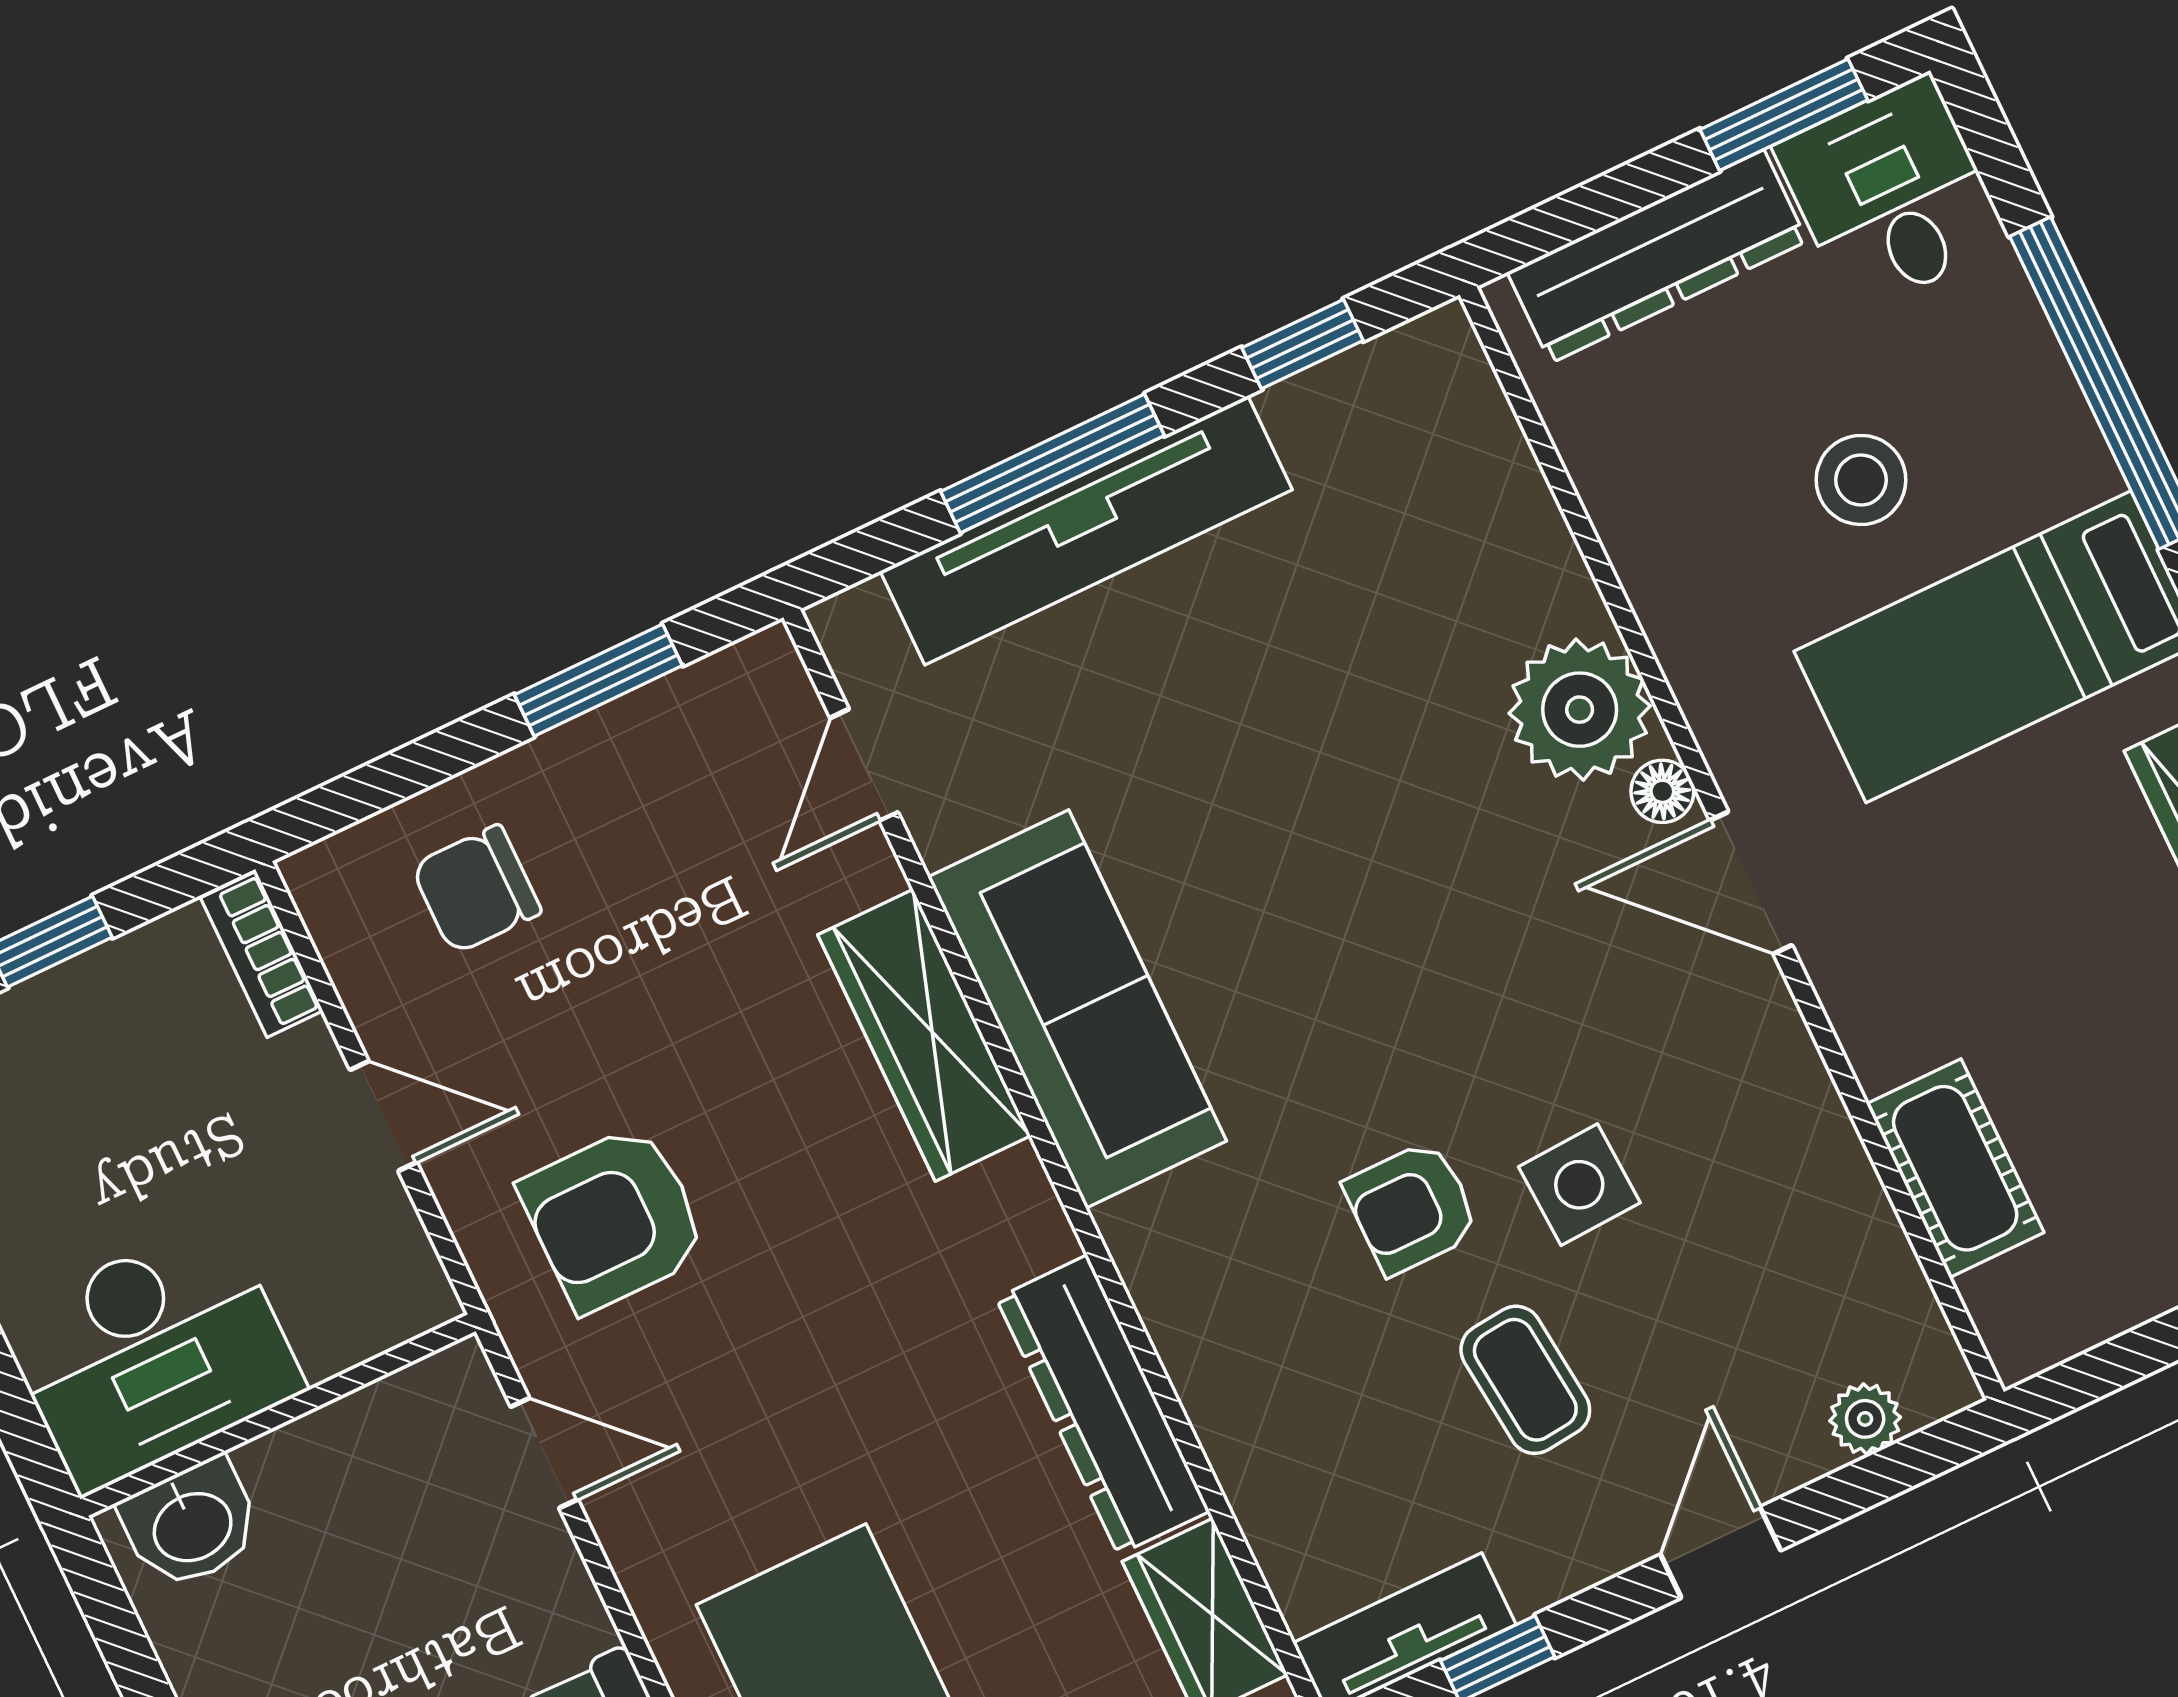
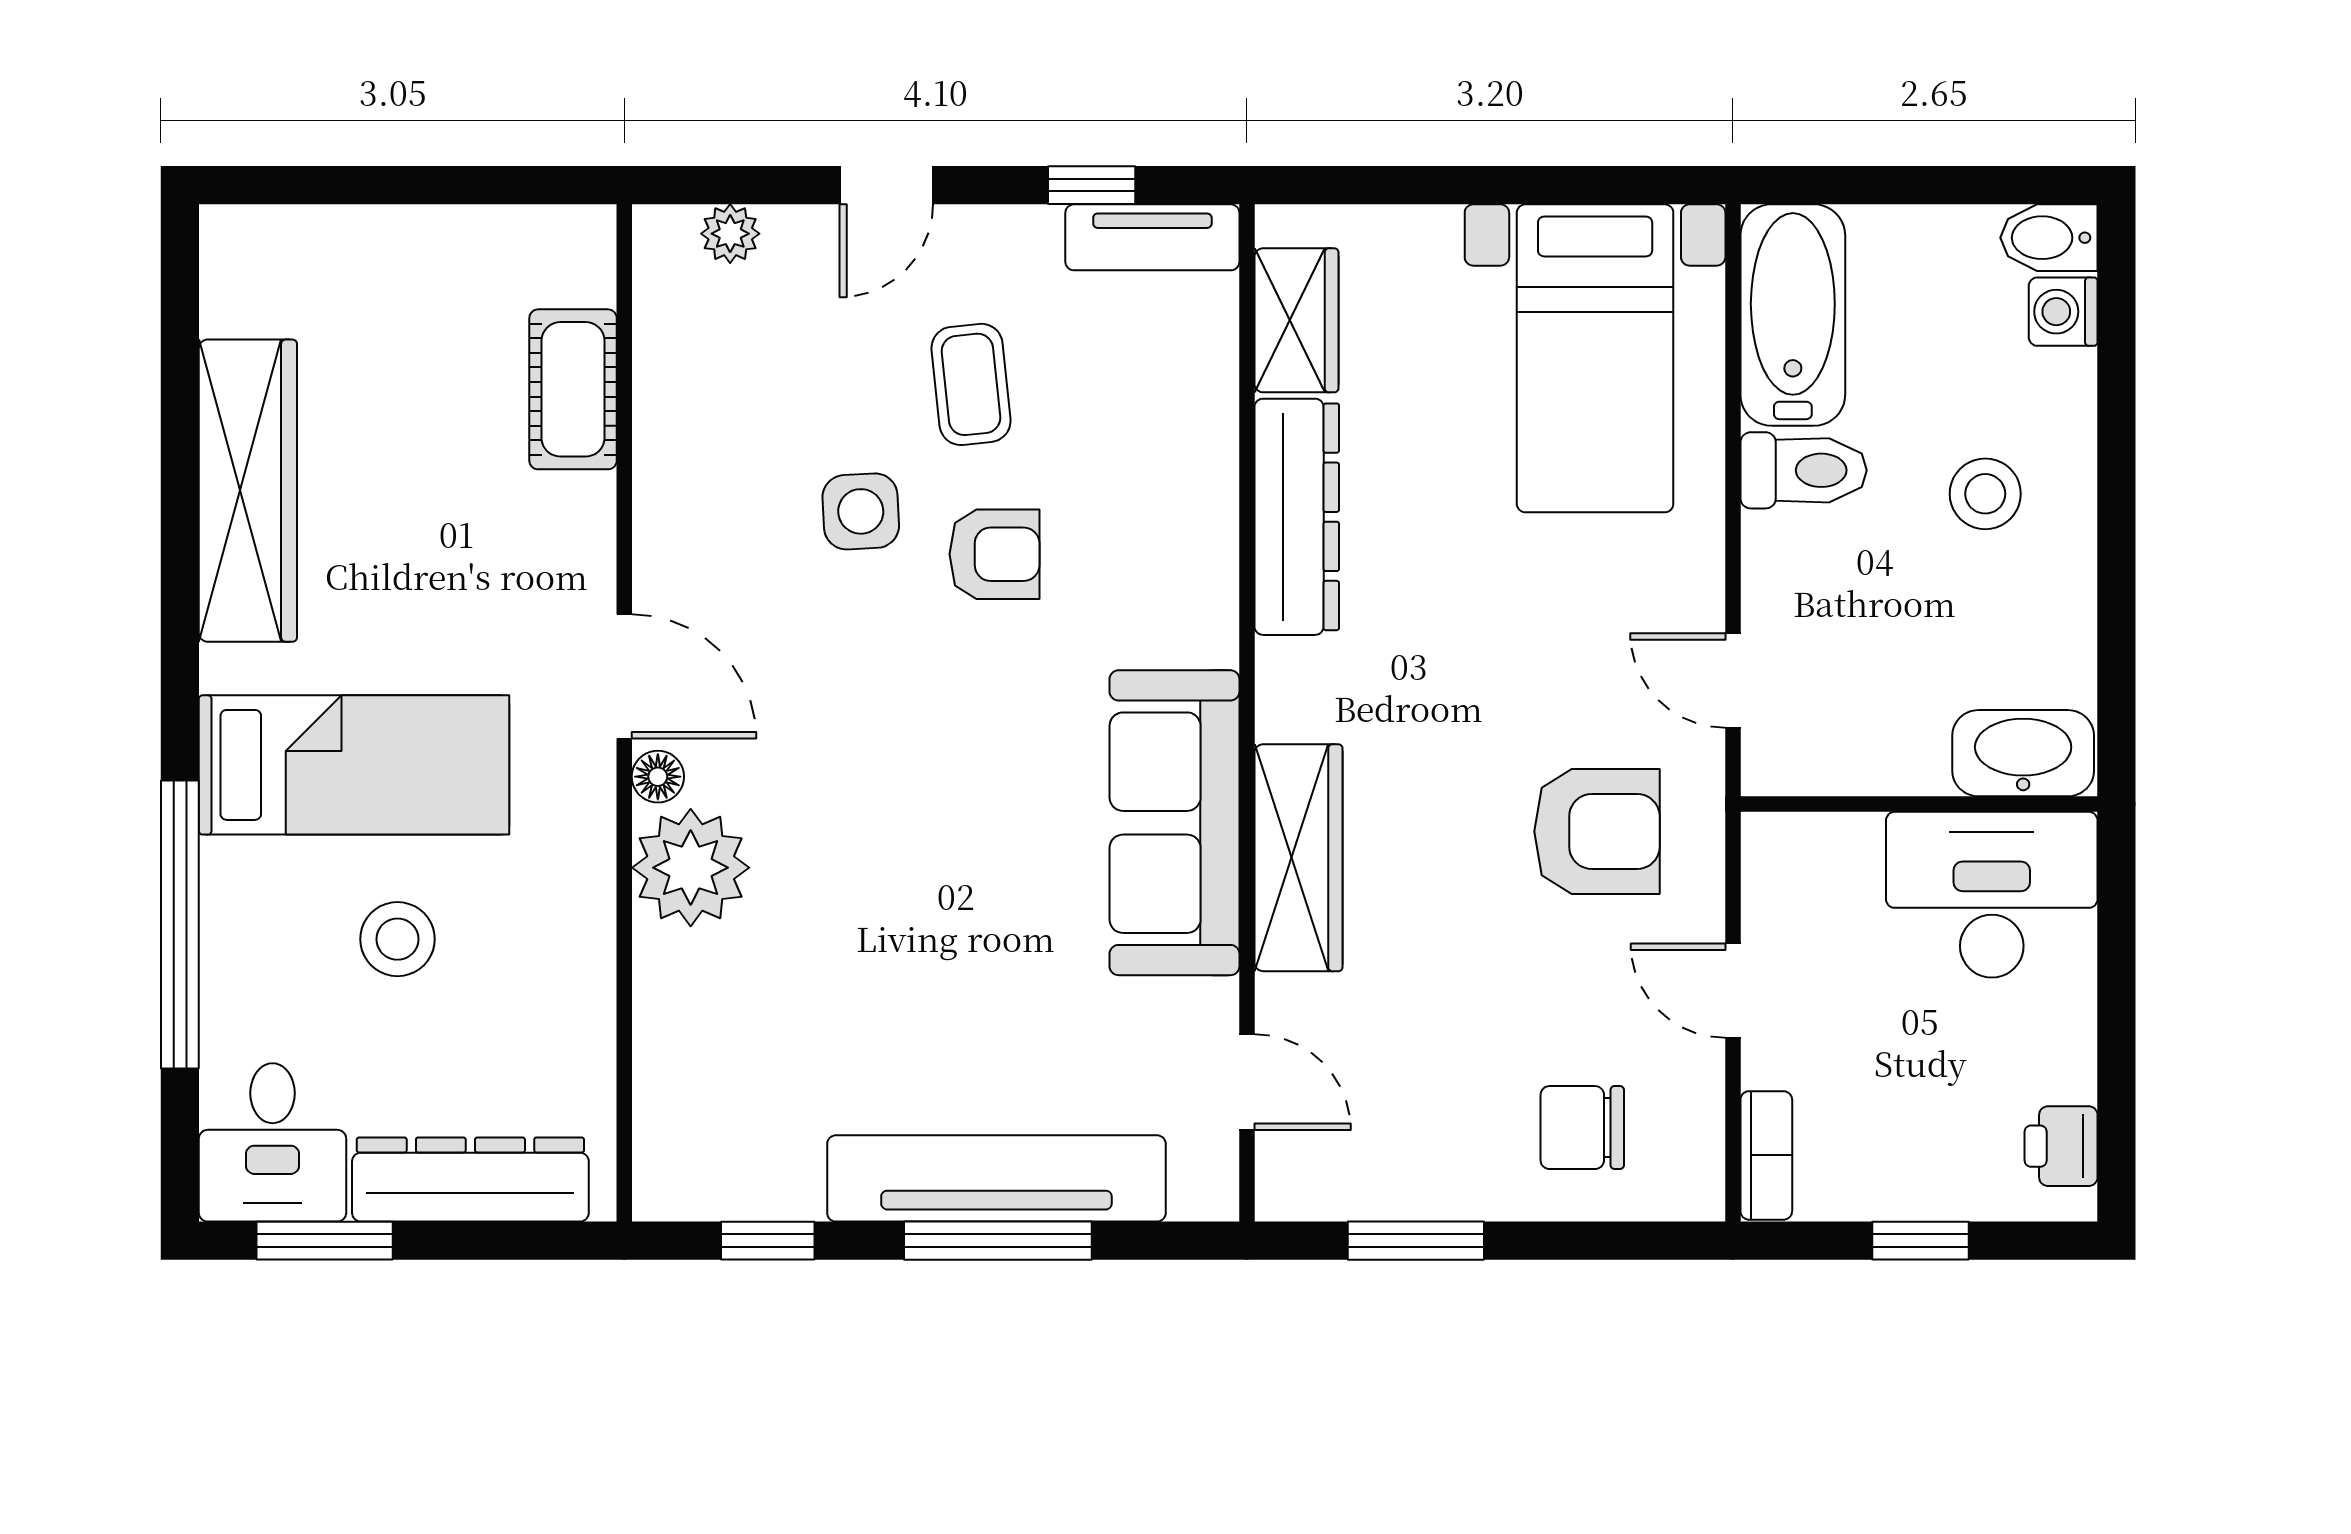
door: (864, 765) -> (1247, 1082), hinge flipped
chair: (476, 889) -> (1582, 1128), turned 180
washbasin: (191, 1524) -> (2023, 753), width x1.38

